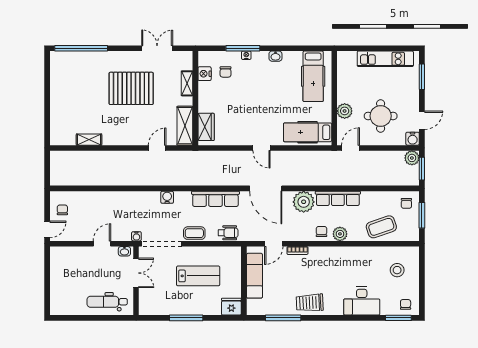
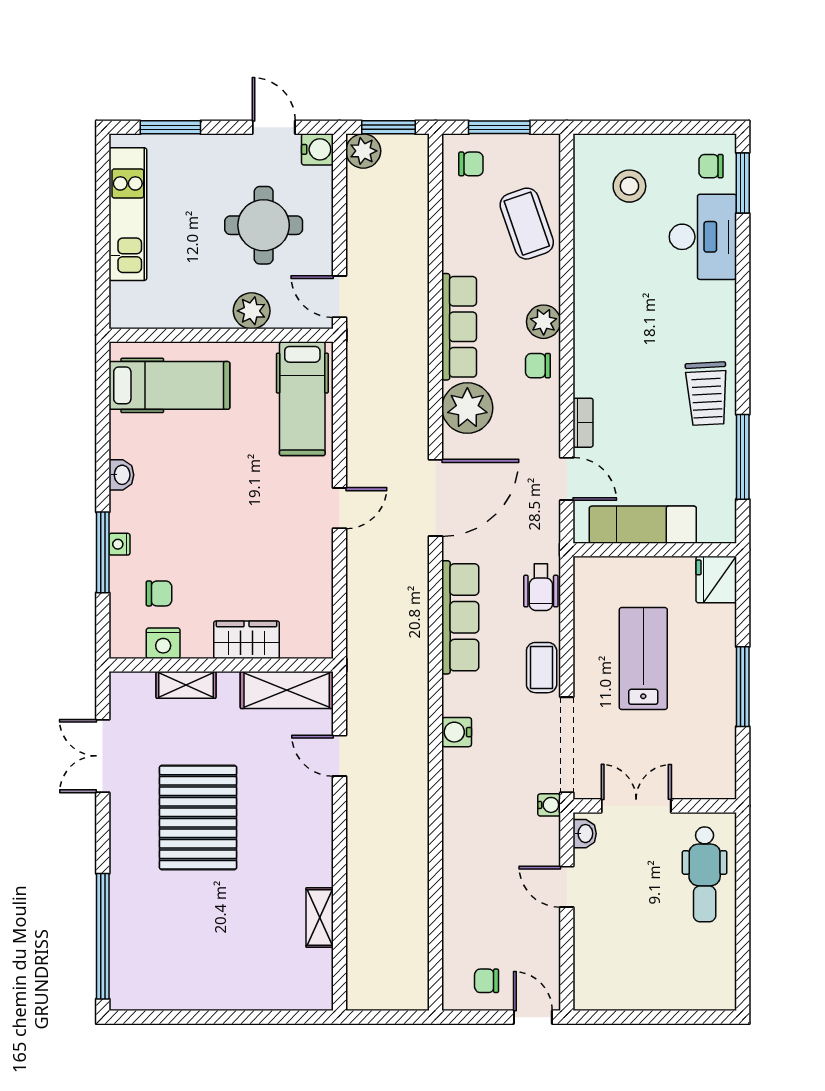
wardrobe: (206, 127) -> (247, 640), moved
wheelchair: (228, 233) -> (541, 587), turned 180
desk: (362, 301) -> (703, 237), moved

